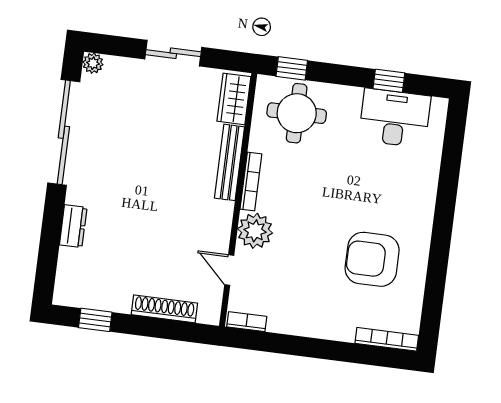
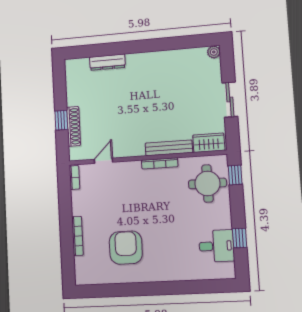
desk: (395, 118) -> (216, 246), width x0.73
sliding door: (64, 132) -> (168, 44), removed
dresser: (73, 226) -> (107, 62), width x1.44
plant: (255, 231) -> (130, 172), removed
window: (95, 320) -> (61, 120), moved
bookcase: (387, 339) -> (78, 236), moved

